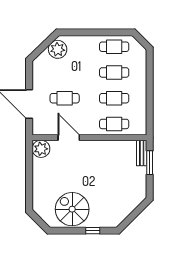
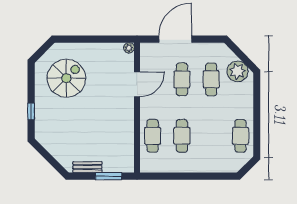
cafe table: (114, 72) -> (211, 79), moved
plant: (41, 149) -> (129, 48), width x0.53, depth x0.53
bench: (142, 153) -> (87, 167), moved
spiral stairs: (72, 209) -> (66, 78), moved

